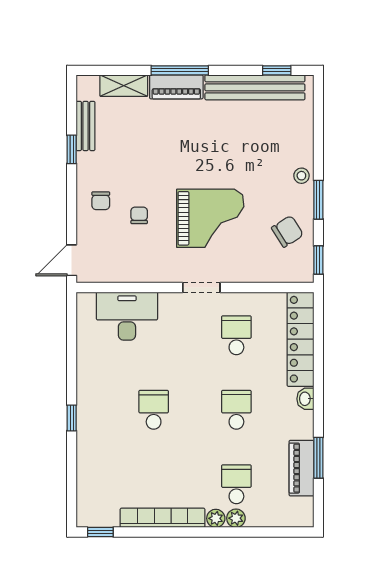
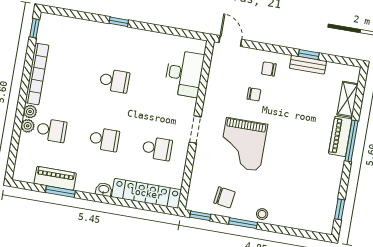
bench: (255, 87) -> (330, 192), removed
bench: (86, 126) -> (308, 65), moved
chair: (287, 231) -> (224, 197), turned -50

